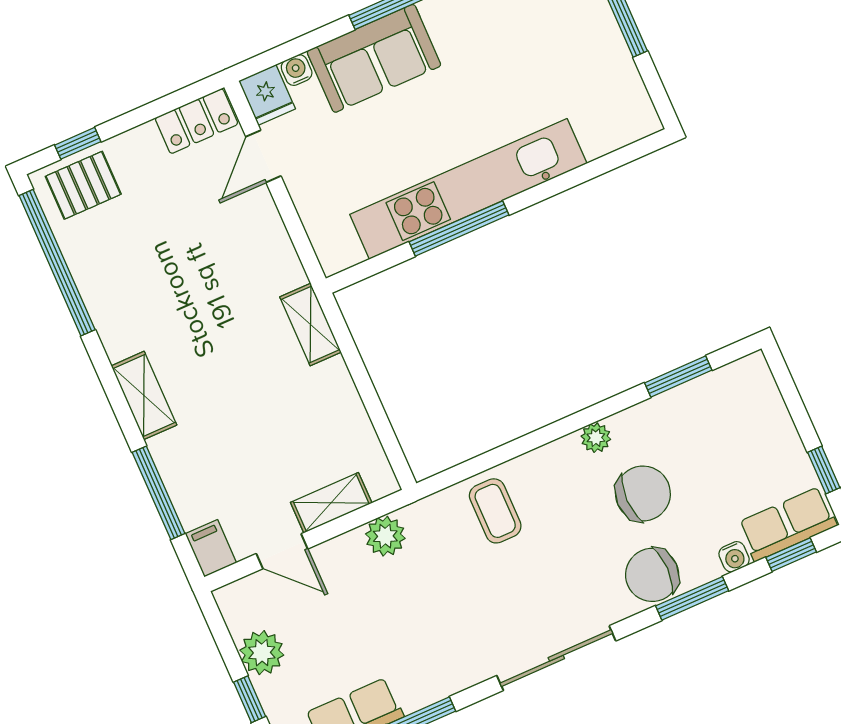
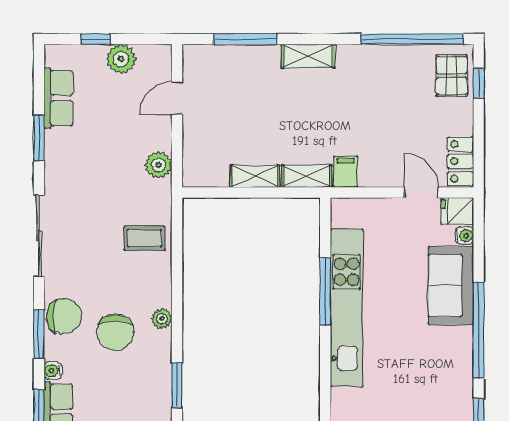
shelving: (331, 503) -> (255, 176), moved, turned 90
filing cabinet: (211, 548) -> (346, 172), moved, turned -90
chair: (652, 575) -> (64, 316), turned 90

